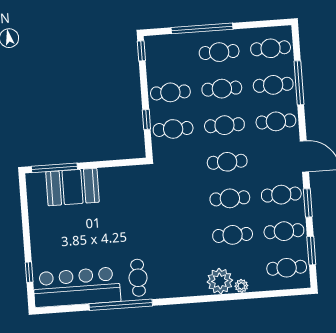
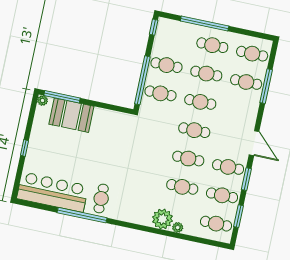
window: (146, 120) -> (142, 80), width x3.17
cafe table: (276, 121) -> (240, 110), removed
plant: (32, 179) -> (43, 100), added
window: (29, 272) -> (24, 148), moved

